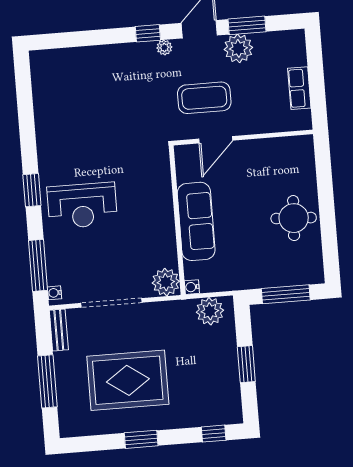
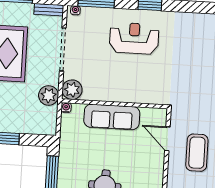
coffee table: (204, 98) -> (197, 153), moved
reception desk: (82, 206) -> (134, 38), turned 90
plant: (210, 311) -> (49, 95), moved

